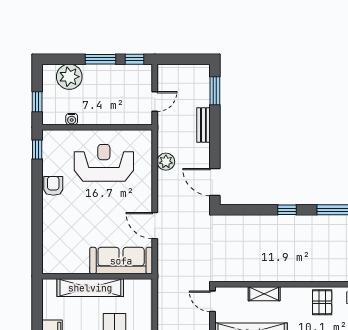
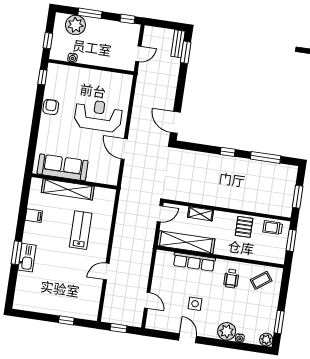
window: (101, 59) -> (90, 13), moved
bench: (203, 125) -> (178, 44), moved
plant: (166, 162) -> (140, 101), removed
reception desk: (104, 163) -> (98, 116), moved
sofa: (121, 261) -> (63, 167), moved
door: (212, 301) -> (160, 214), swing flipped

